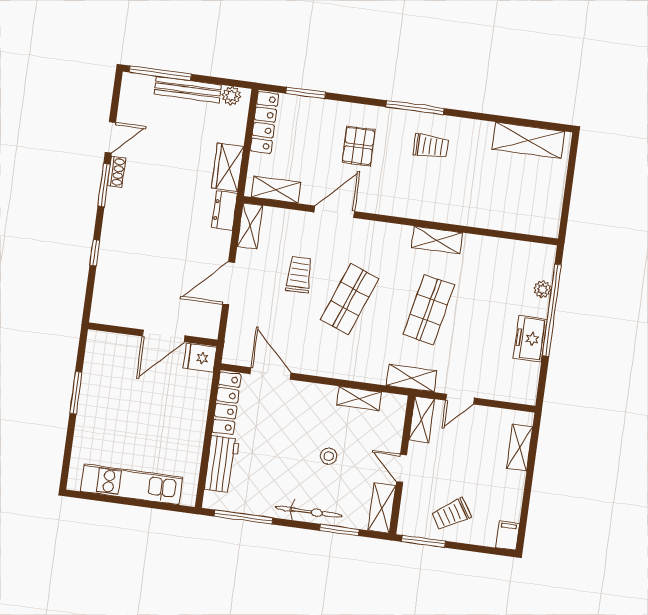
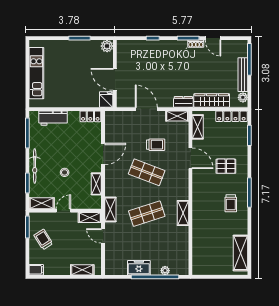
wardrobe: (228, 167) -> (212, 100), width x1.50
shop shelf: (429, 310) -> (147, 214), turned -30
plant: (98, 342) -> (107, 46), added
door: (271, 373) -> (103, 154), moved
locker: (227, 403) -> (90, 116), width x0.66

